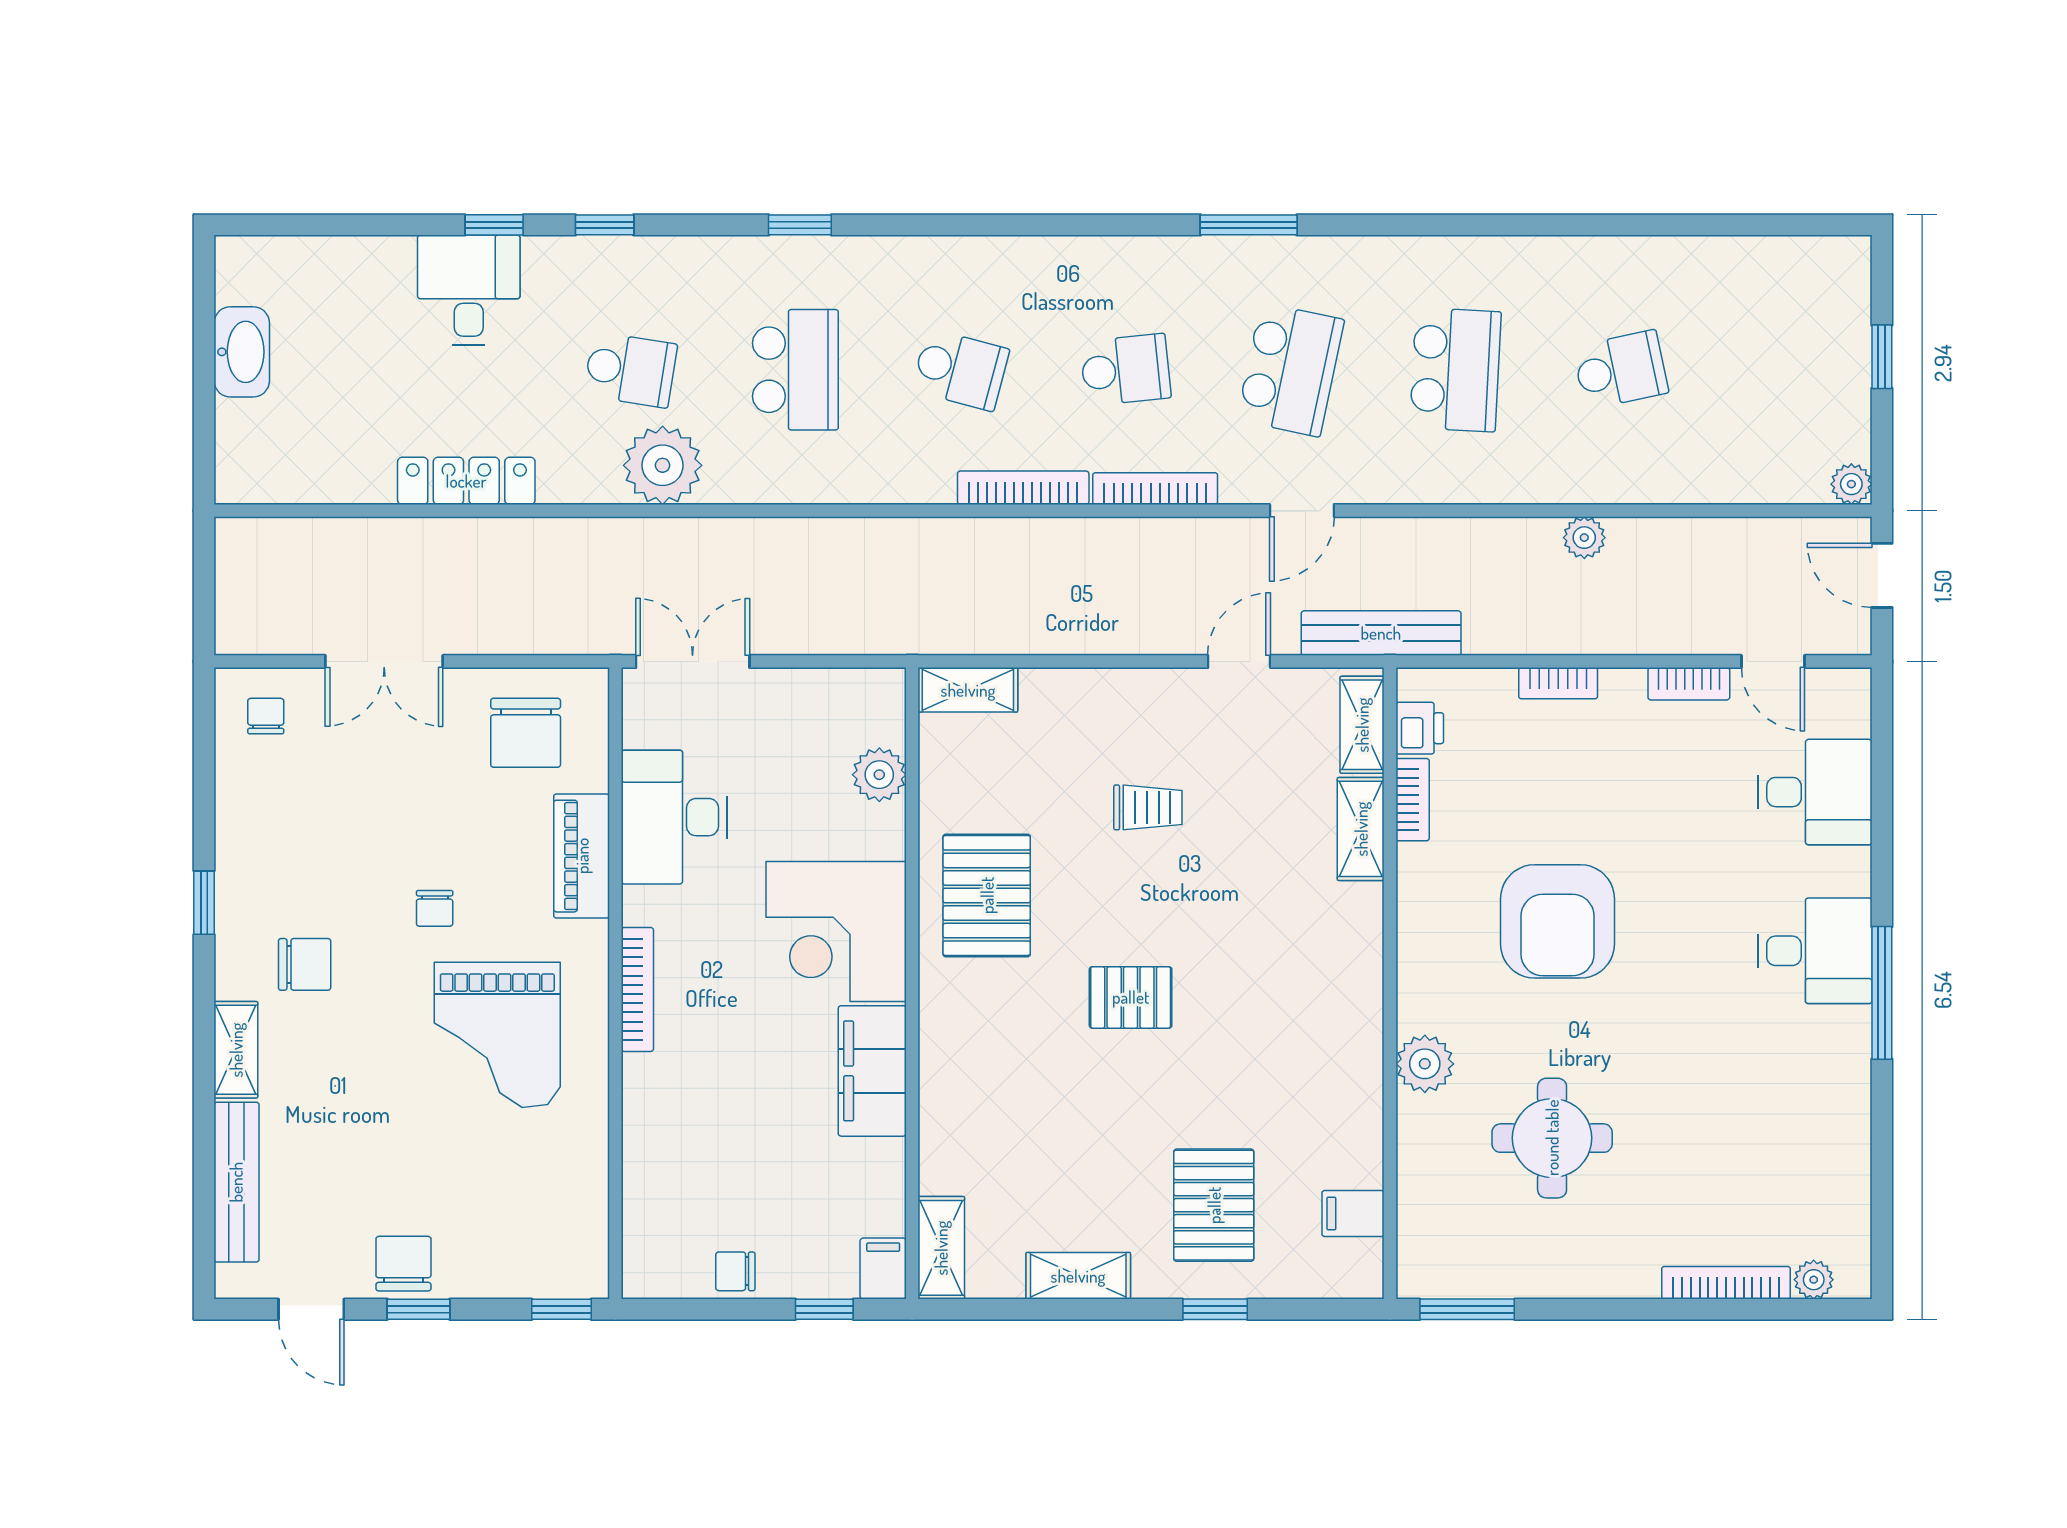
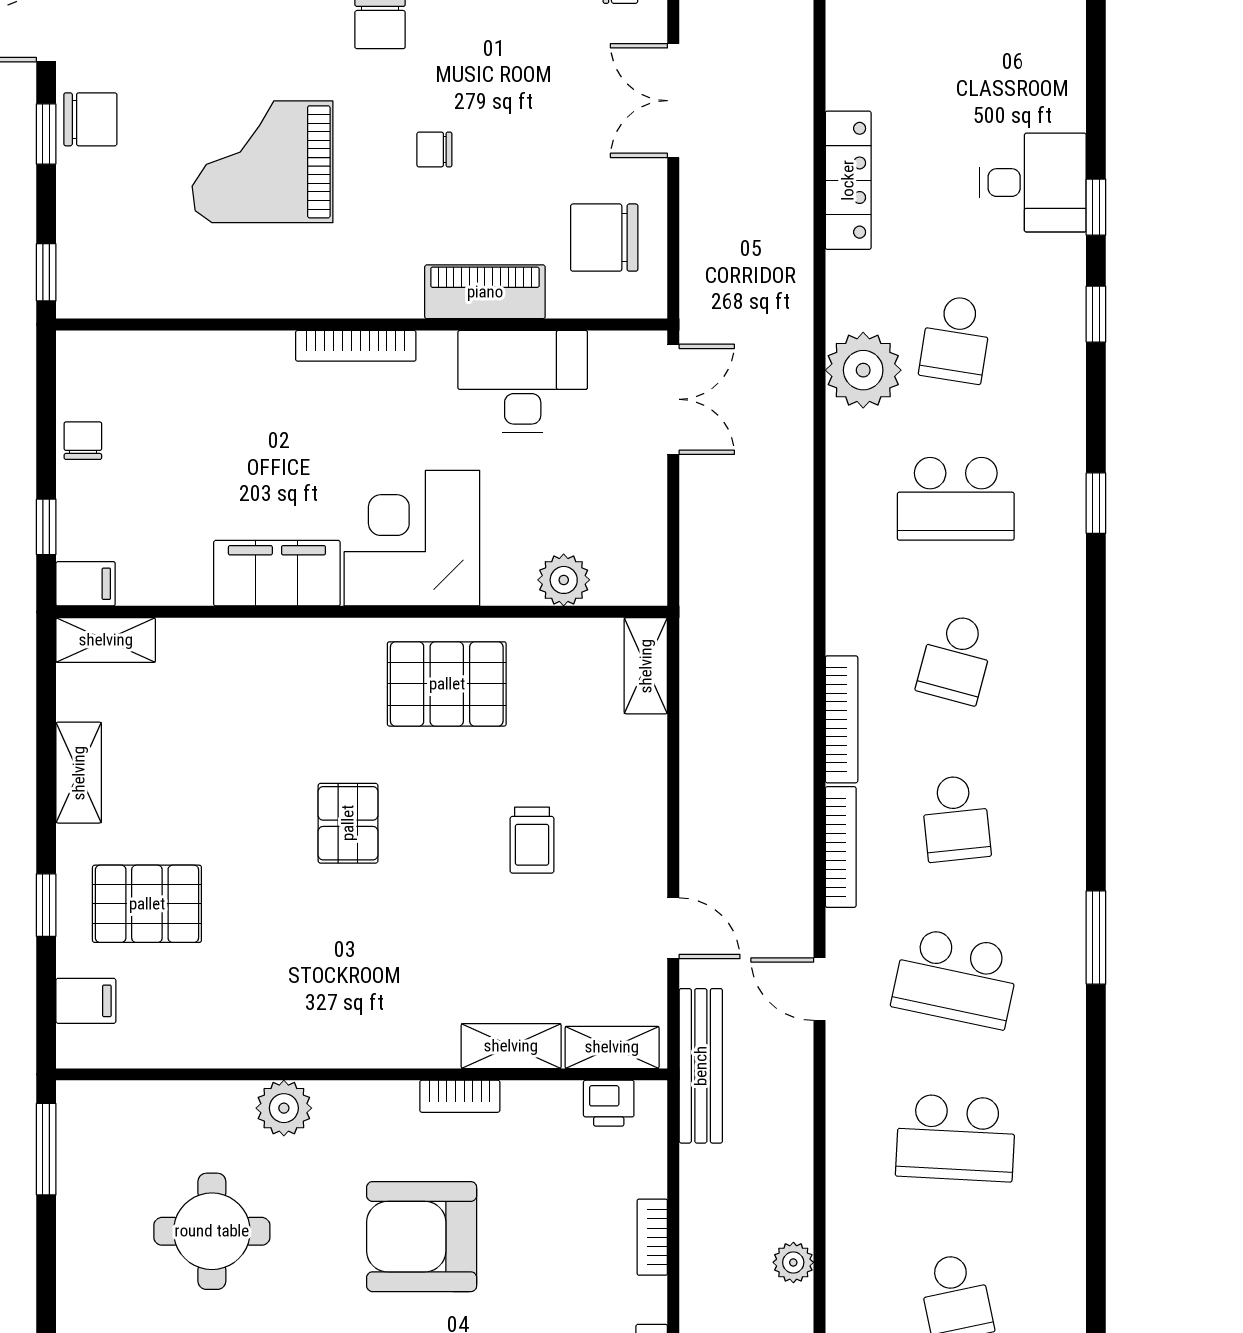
bookcase: (1413, 800) -> (460, 1096), moved
grand piano: (497, 1035) -> (263, 162), moved
filing cabinet: (1353, 1214) -> (86, 1001), moved, turned 90

